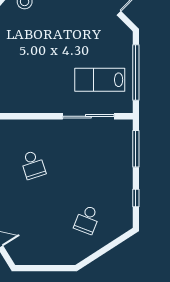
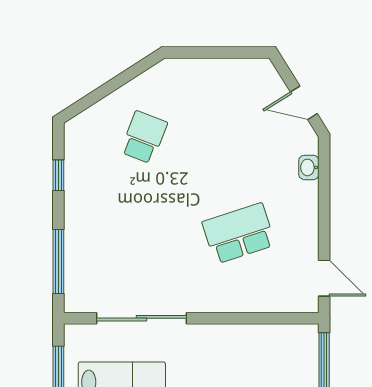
school desk: (33, 165) -> (239, 233), width x1.85

